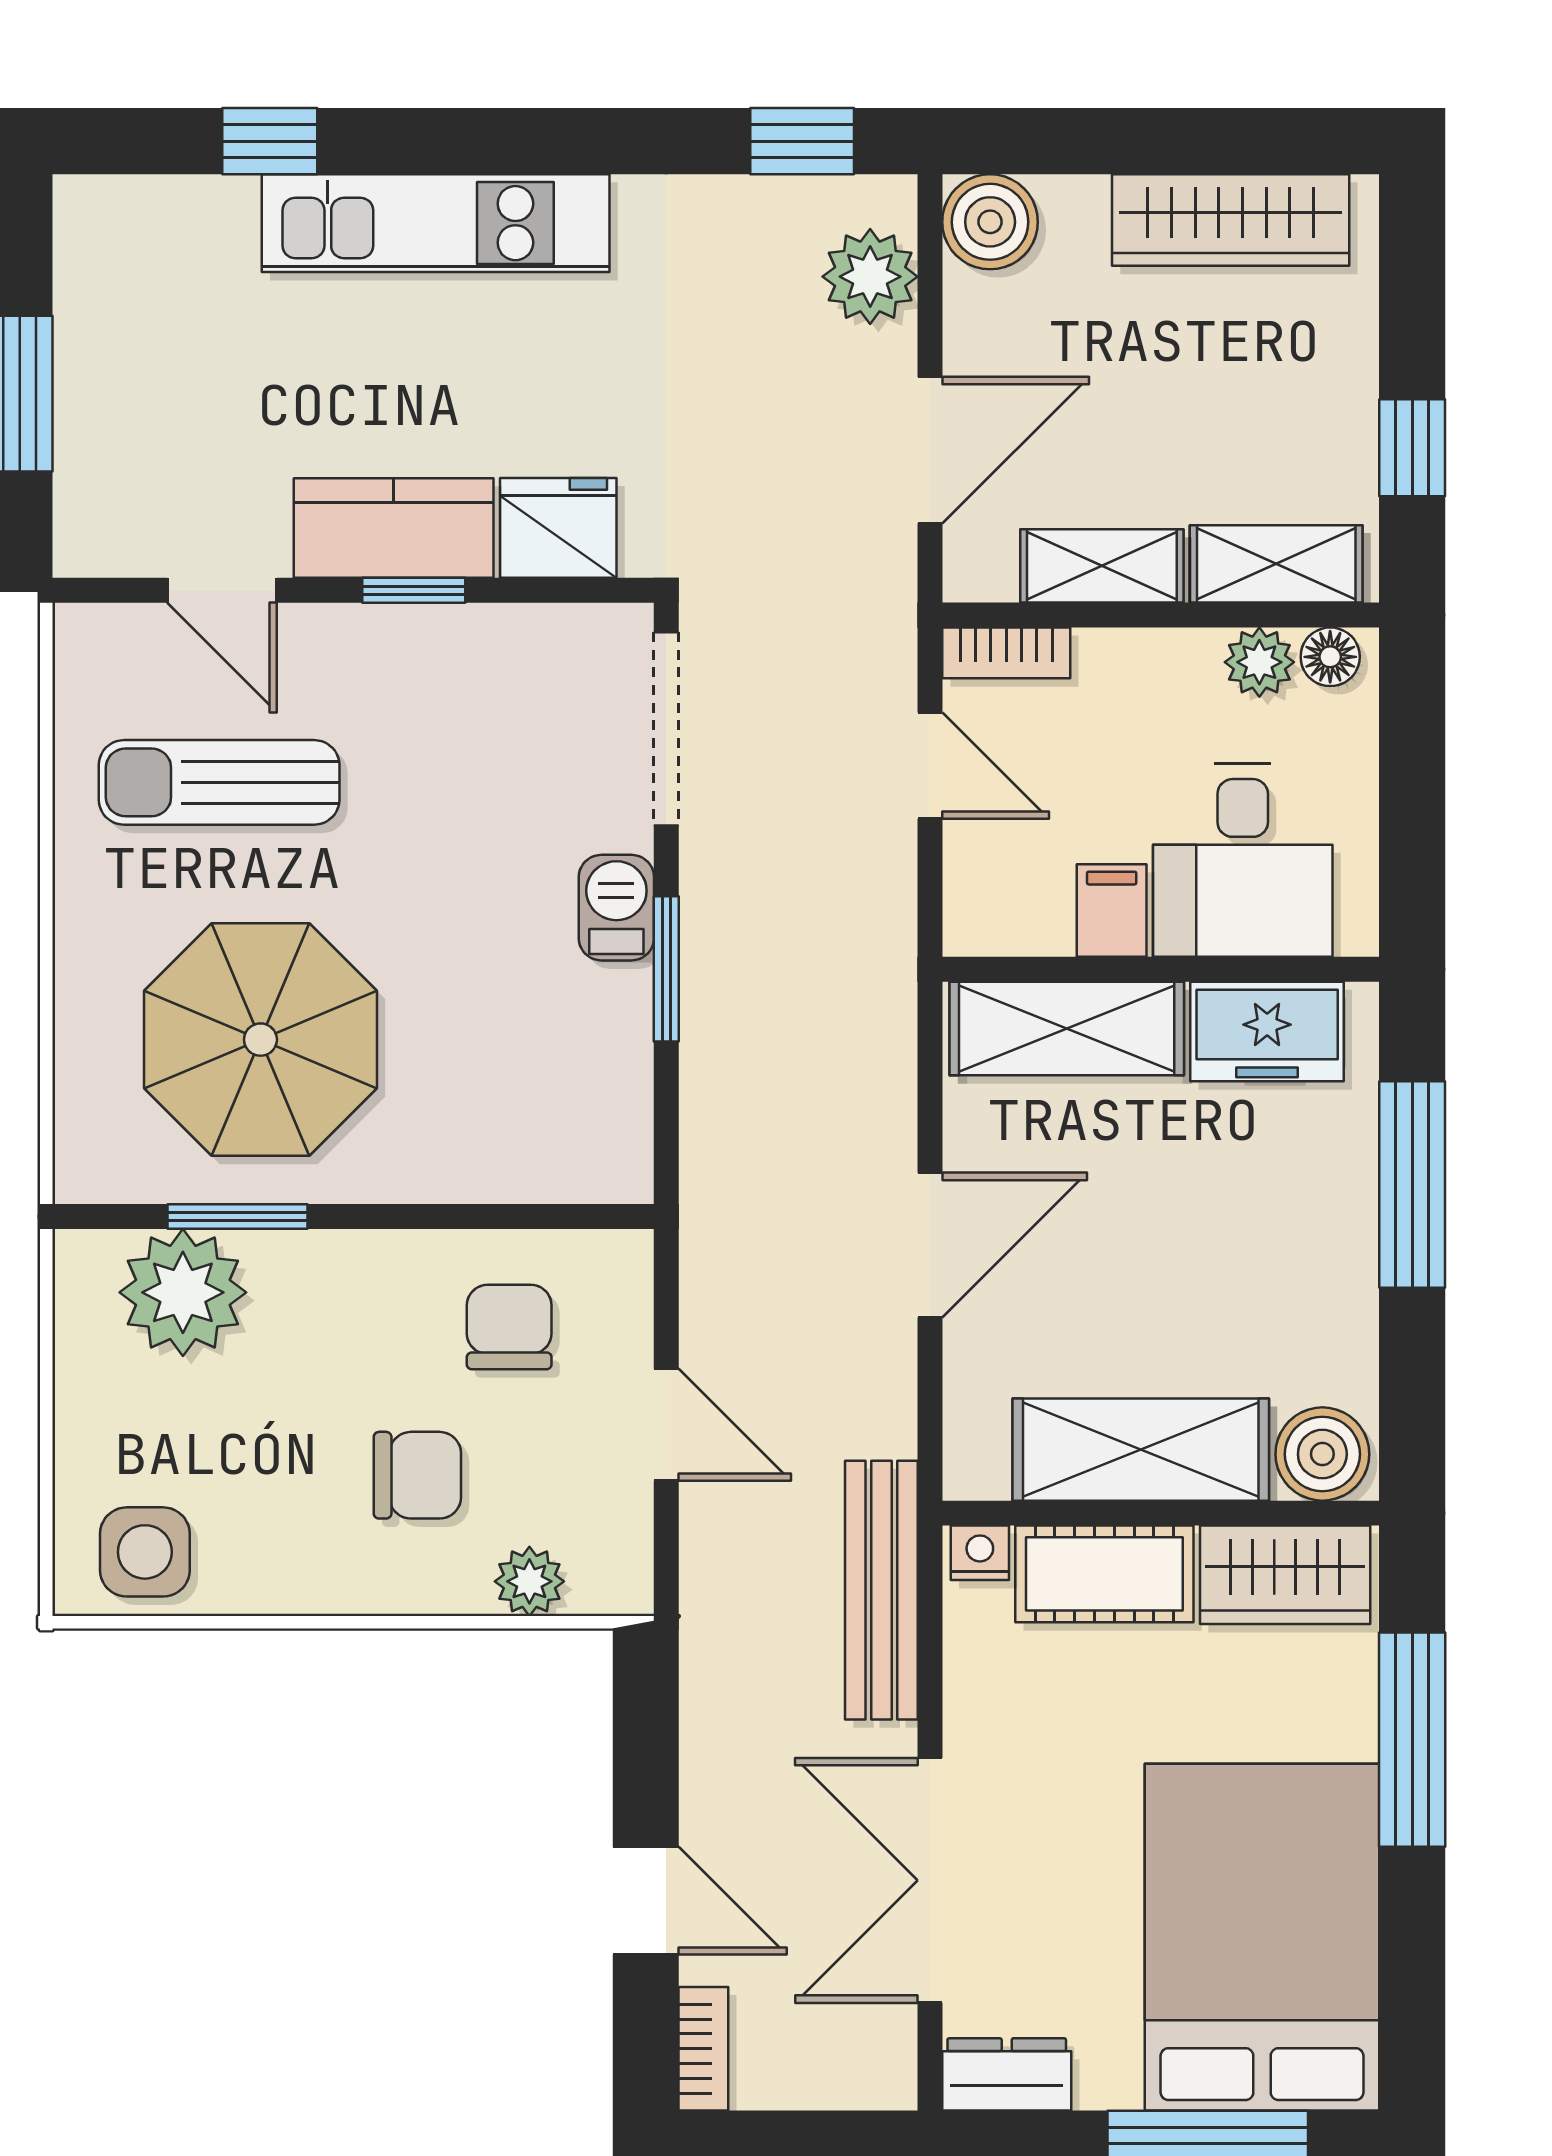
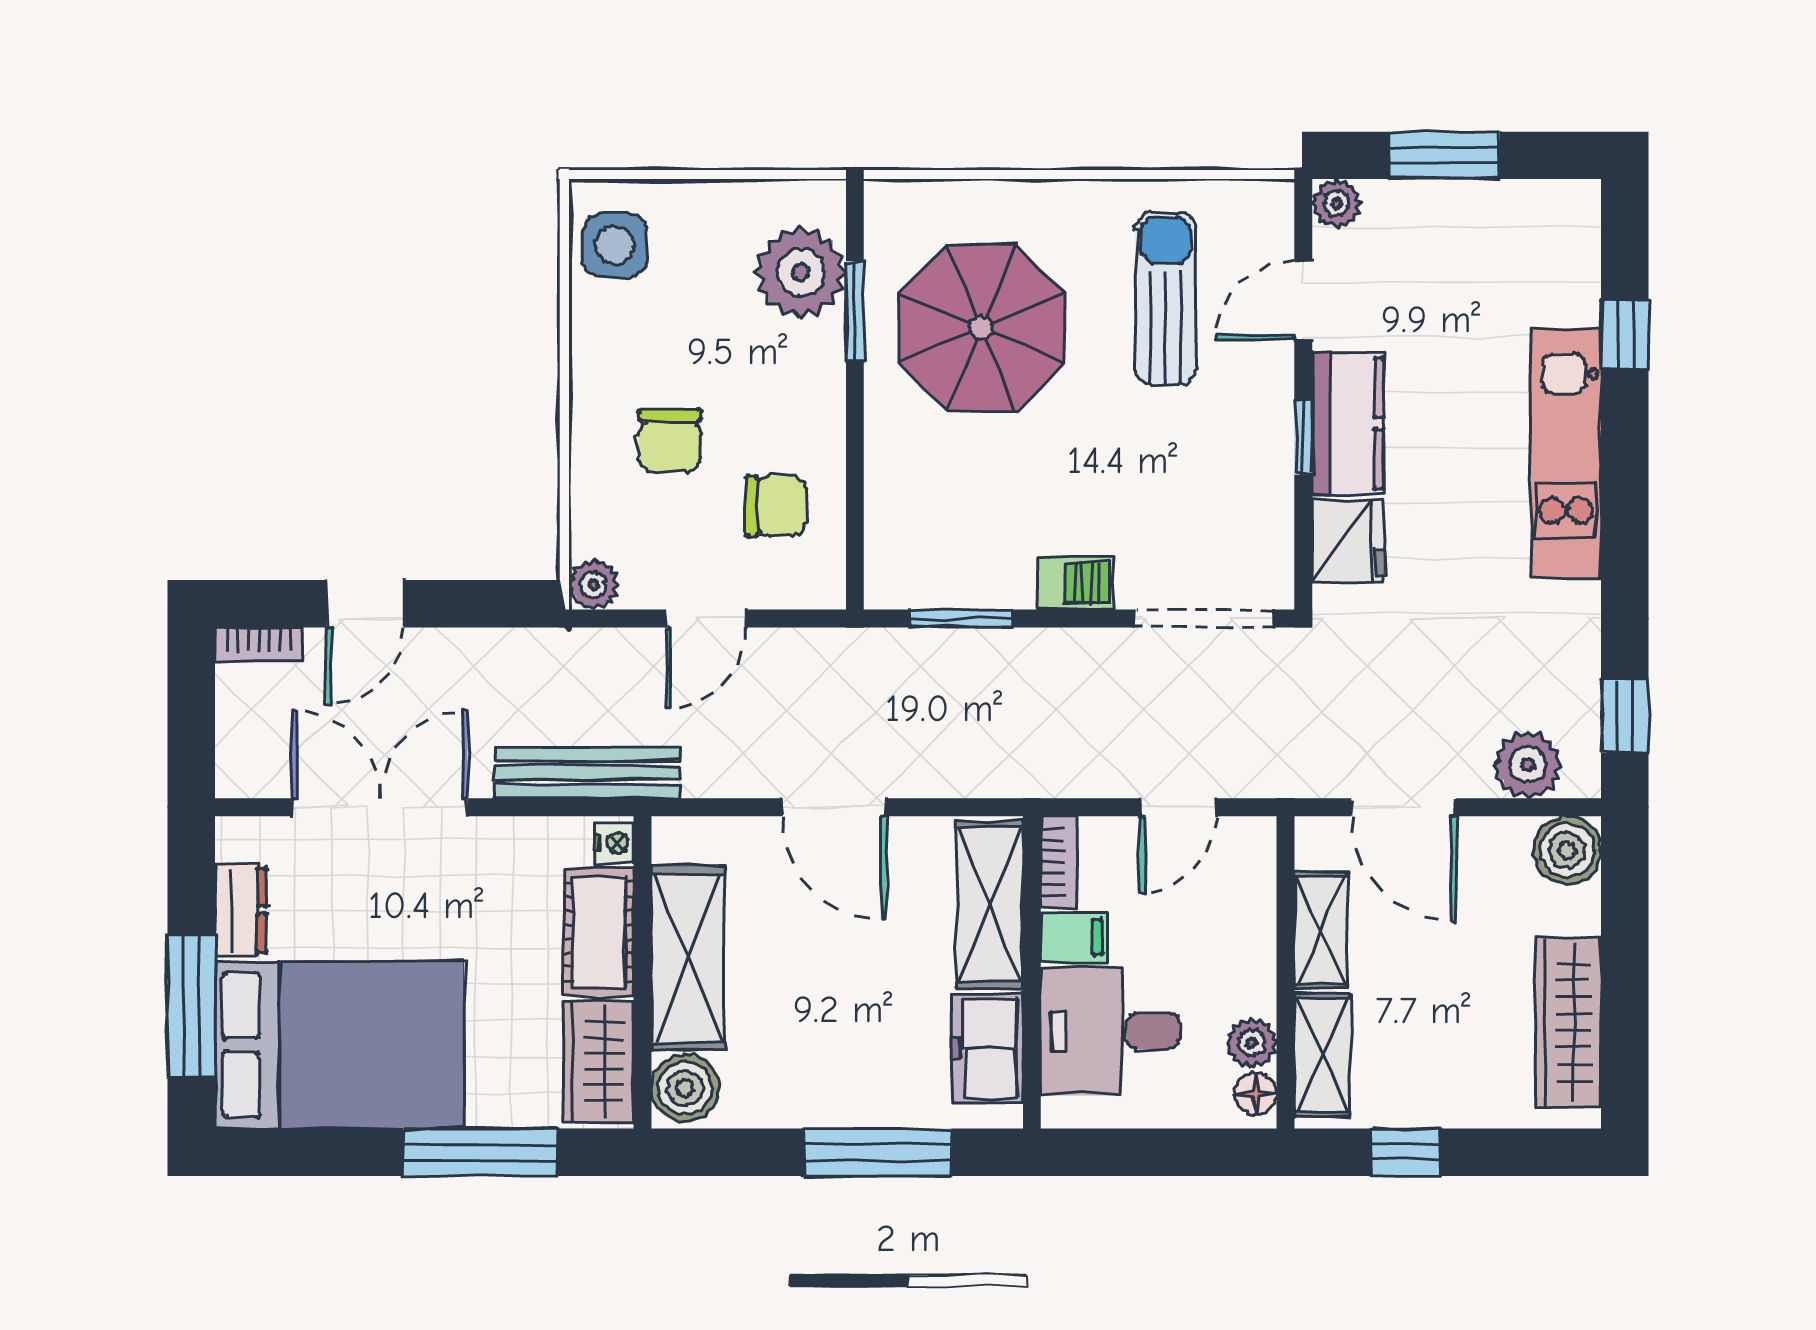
plant: (86, 544) -> (1336, 203), added
bookcase: (1006, 653) -> (1059, 862), moved, turned 180
window: (666, 969) -> (961, 618), moved
plant: (529, 1581) -> (594, 585), moved
dresser: (1007, 2074) -> (241, 910), moved

